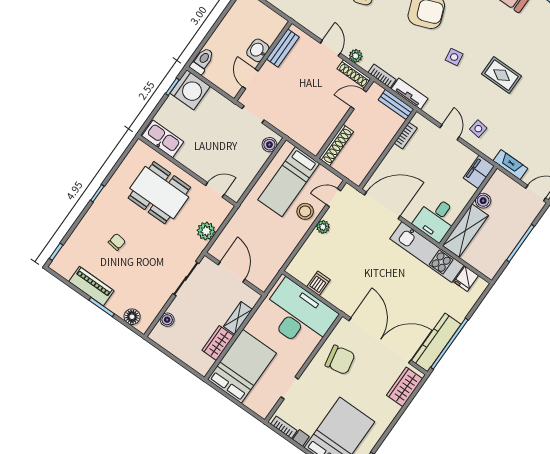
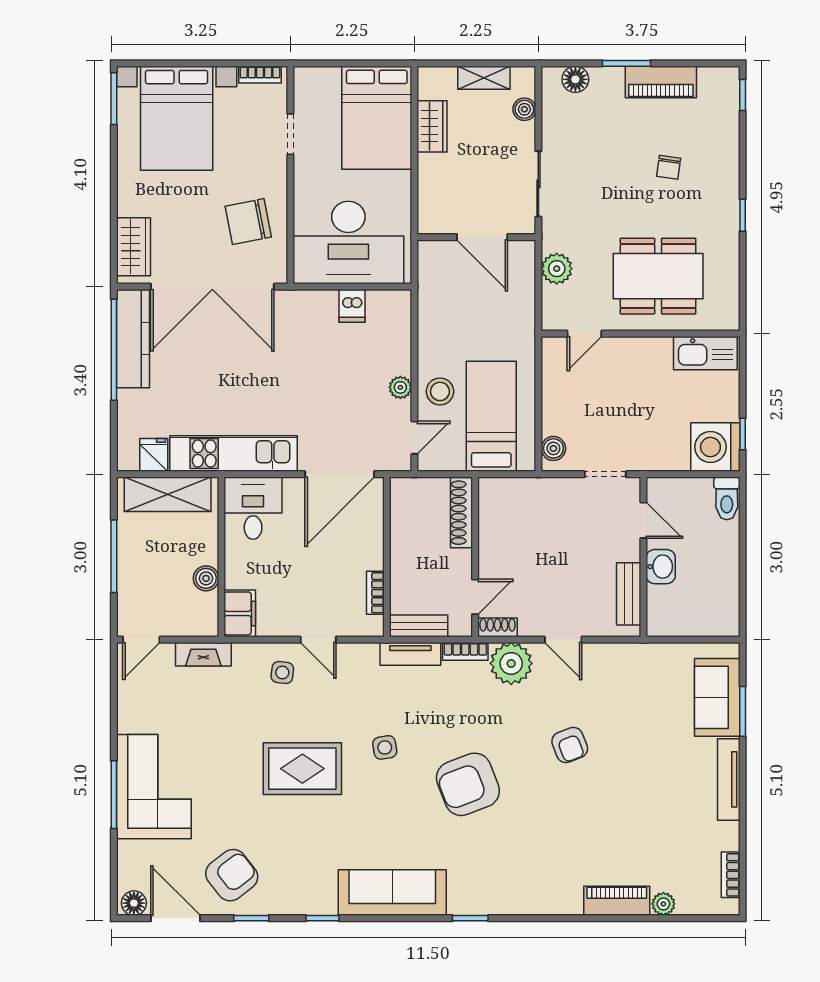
plant: (356, 56) -> (511, 663), width x1.87, depth x1.87
shoe rack: (354, 74) -> (497, 627), width x0.70
rug: (502, 75) -> (302, 769), width x1.36, depth x1.43
shelving: (465, 231) -> (168, 494), moved, turned 90
shelving: (238, 318) -> (484, 78), moved, turned 90

